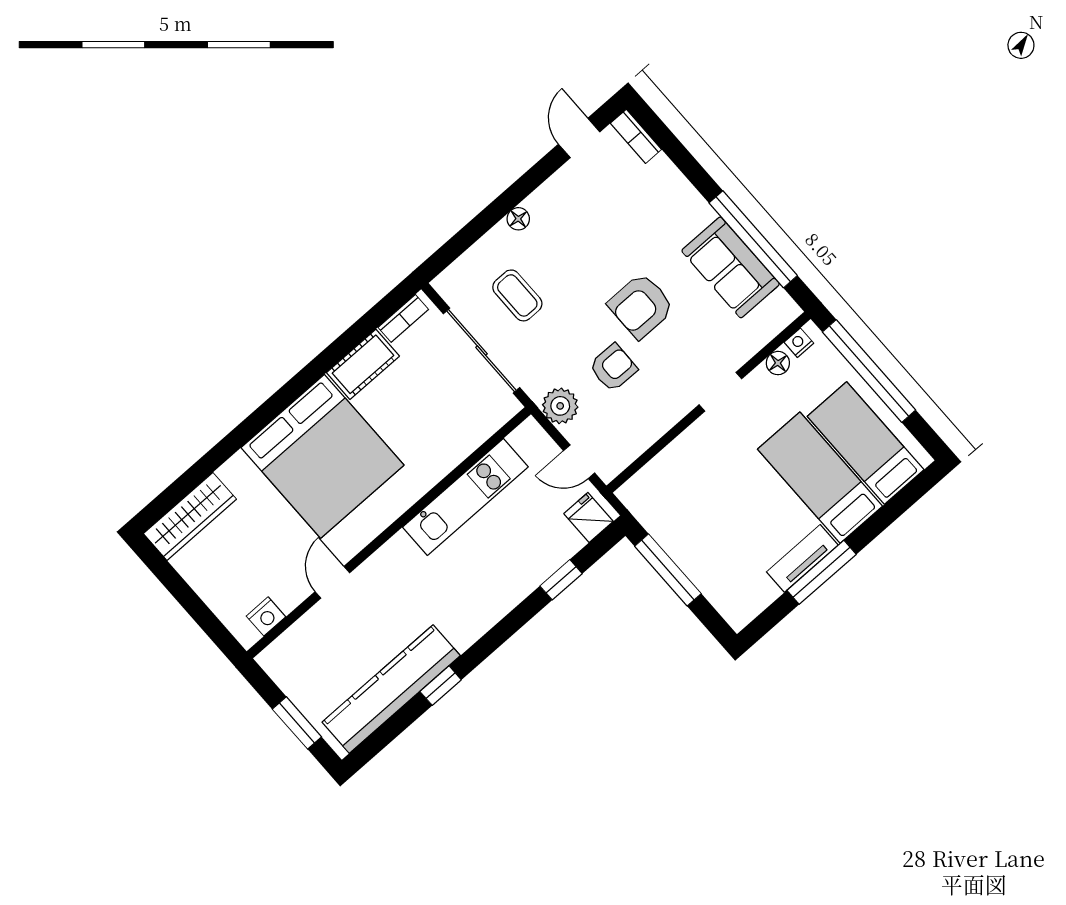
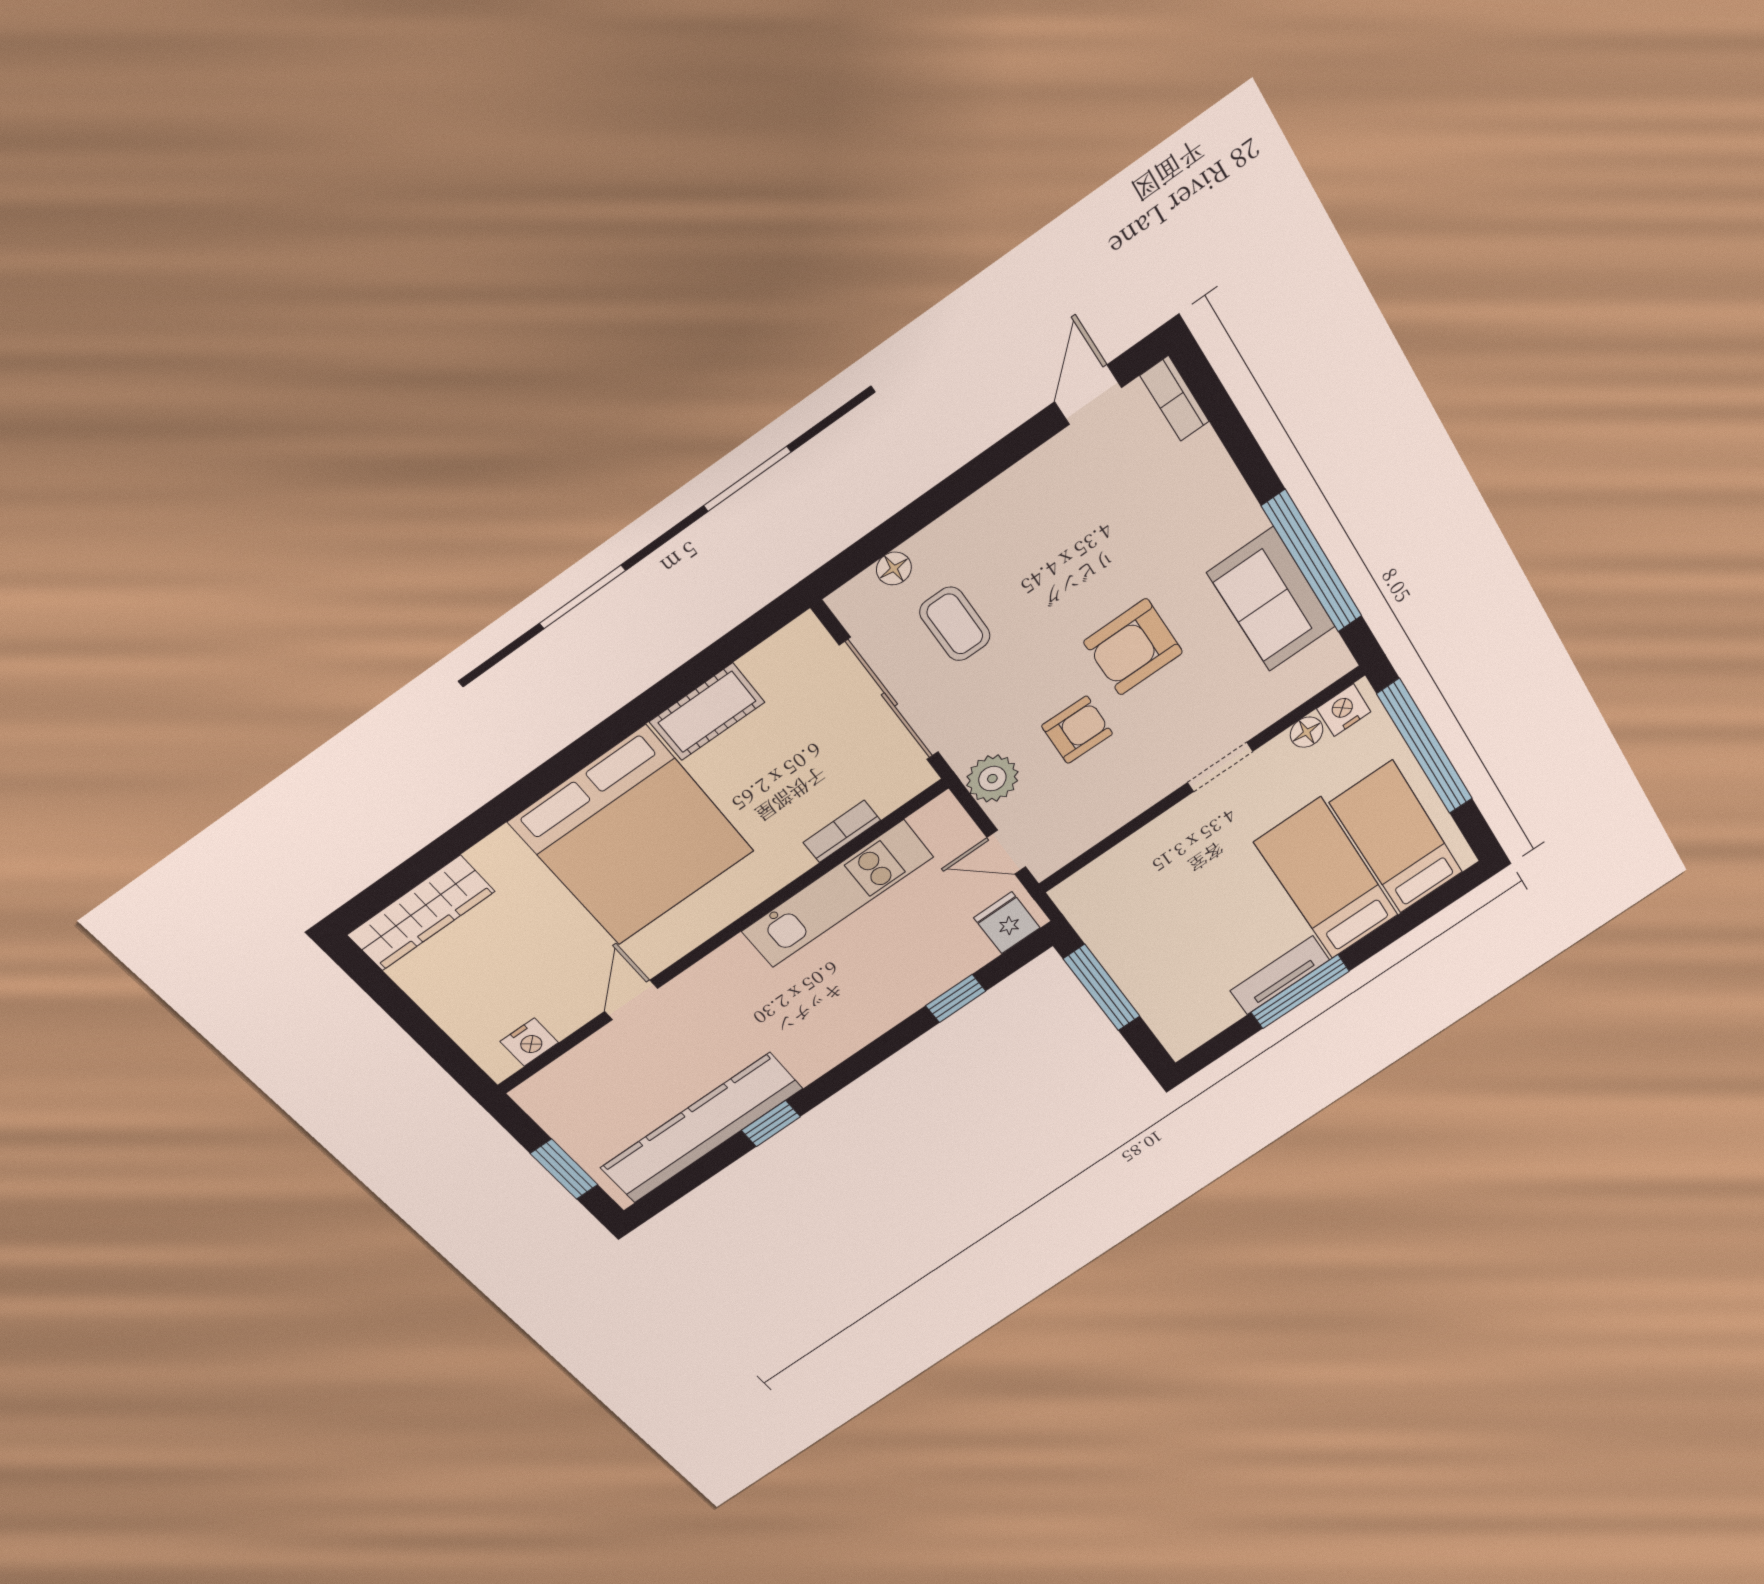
floor lamp: (518, 219) -> (894, 568), moved
bookcase: (403, 318) -> (842, 831), moved, turned 180
nightstand: (799, 343) -> (1344, 710), width x1.39, depth x1.35

